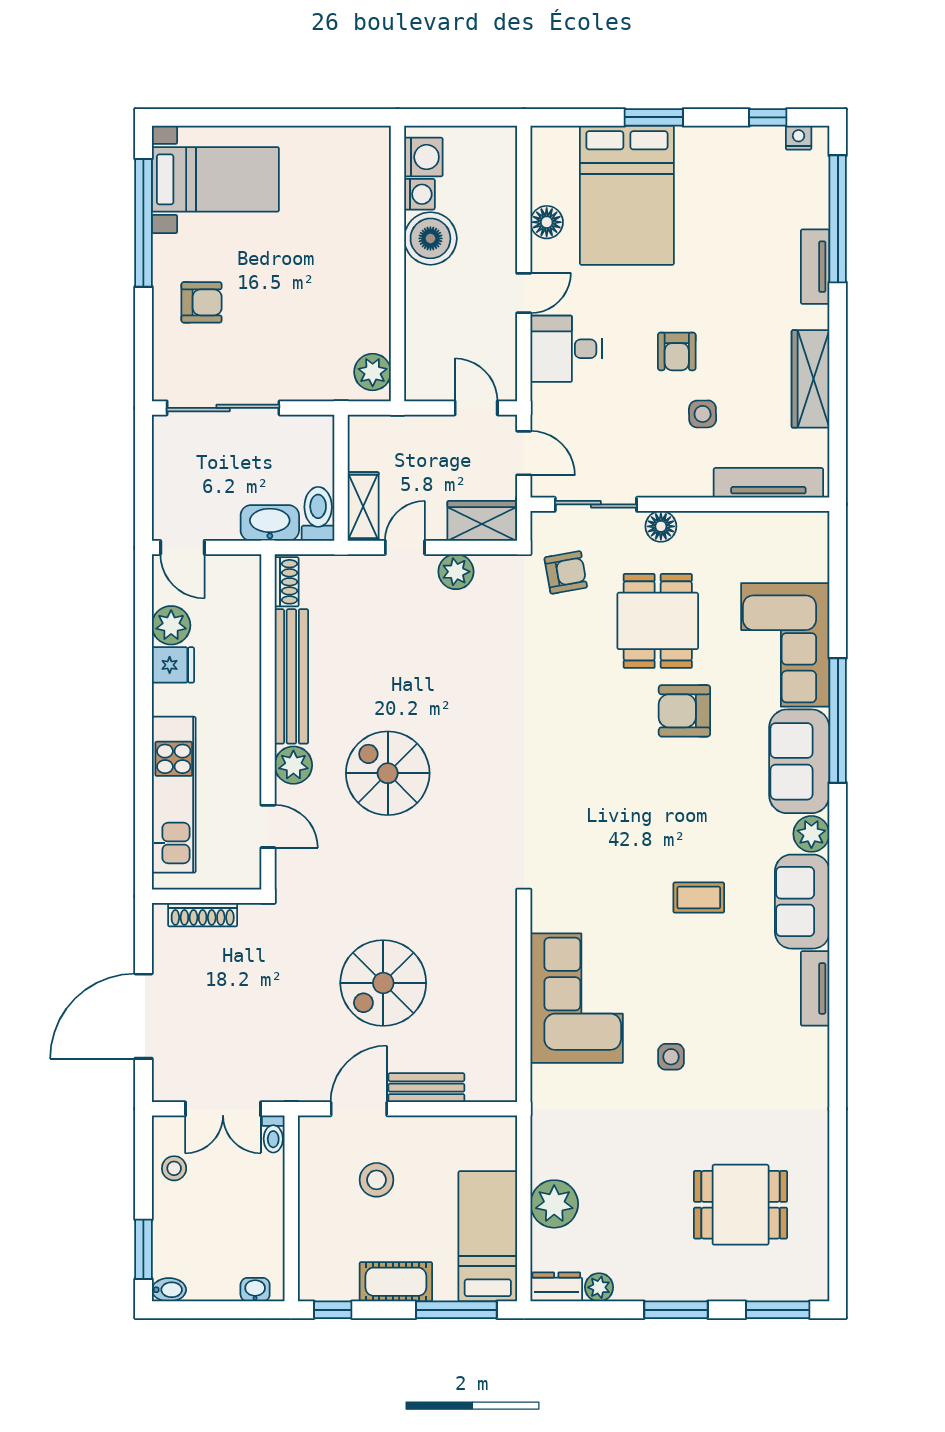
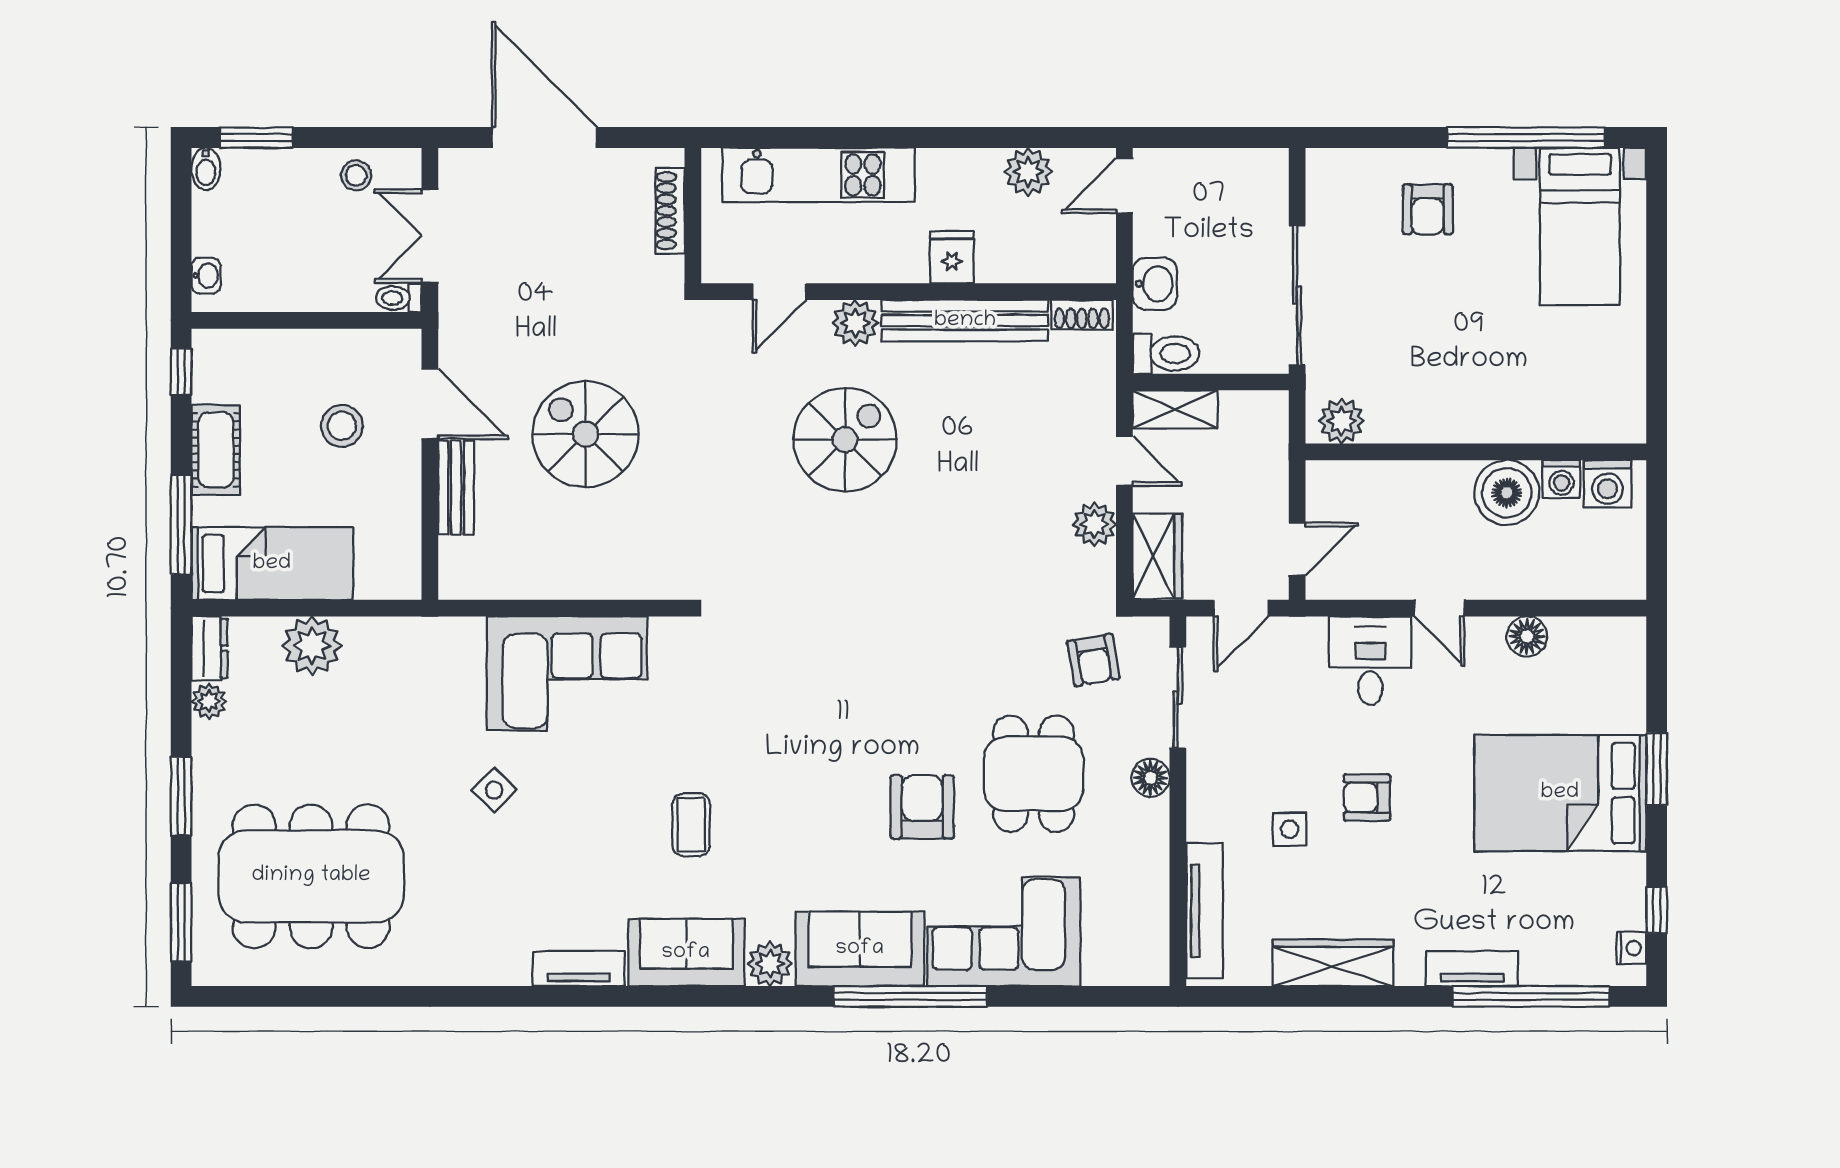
bed: (627, 195) -> (1560, 793), moved
sliding door: (223, 408) -> (1297, 295), moved
washbasin: (270, 523) -> (1155, 284), width x0.72
dining table: (658, 621) -> (1034, 774), turned 90
fridge: (173, 665) -> (952, 257), moved, turned 180
side table: (671, 1057) -> (494, 790), turned 45
dining table: (741, 1205) -> (311, 876), width x1.88, depth x1.24

